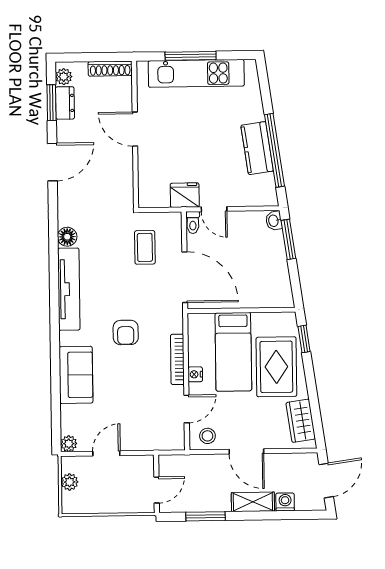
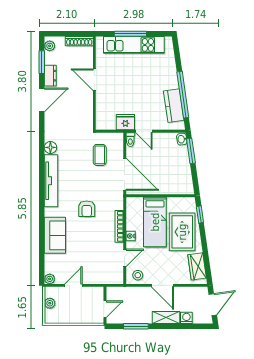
dresser: (65, 103) -> (50, 76), moved
kitchen counter: (257, 148) -> (174, 106), moved

